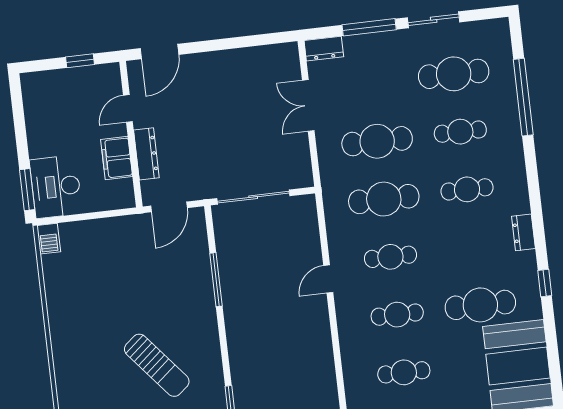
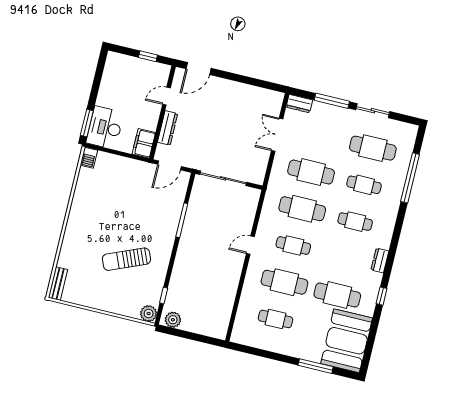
filing cabinet: (117, 158) -> (144, 143), moved
cafe table: (397, 315) -> (284, 282), width x1.37, depth x1.35
sun lounger: (157, 365) -> (126, 259), turned 107

